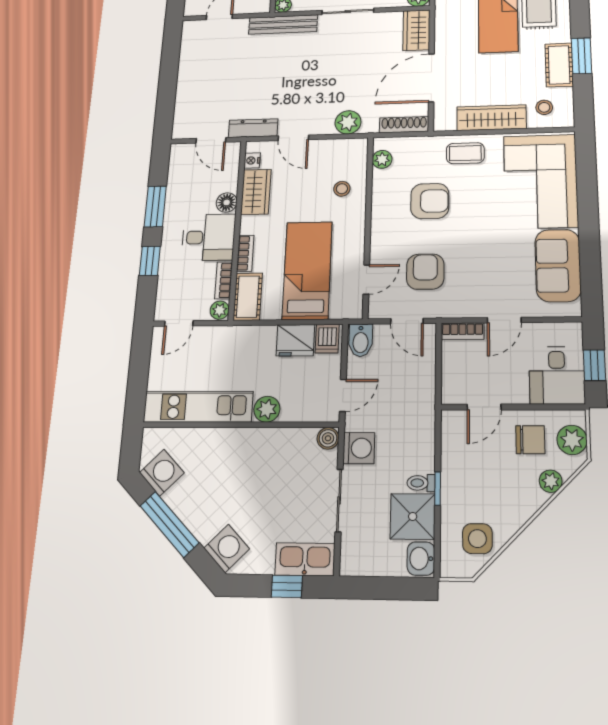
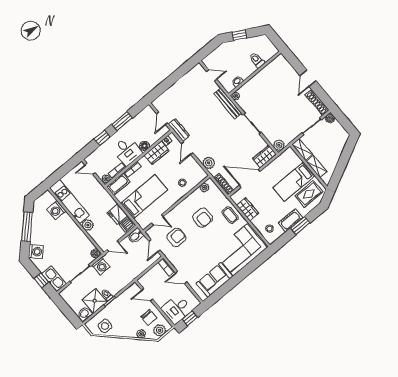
wardrobe: (492, 118) -> (248, 209), width x0.67
washing machine: (162, 473) -> (56, 210), moved, turned 135

